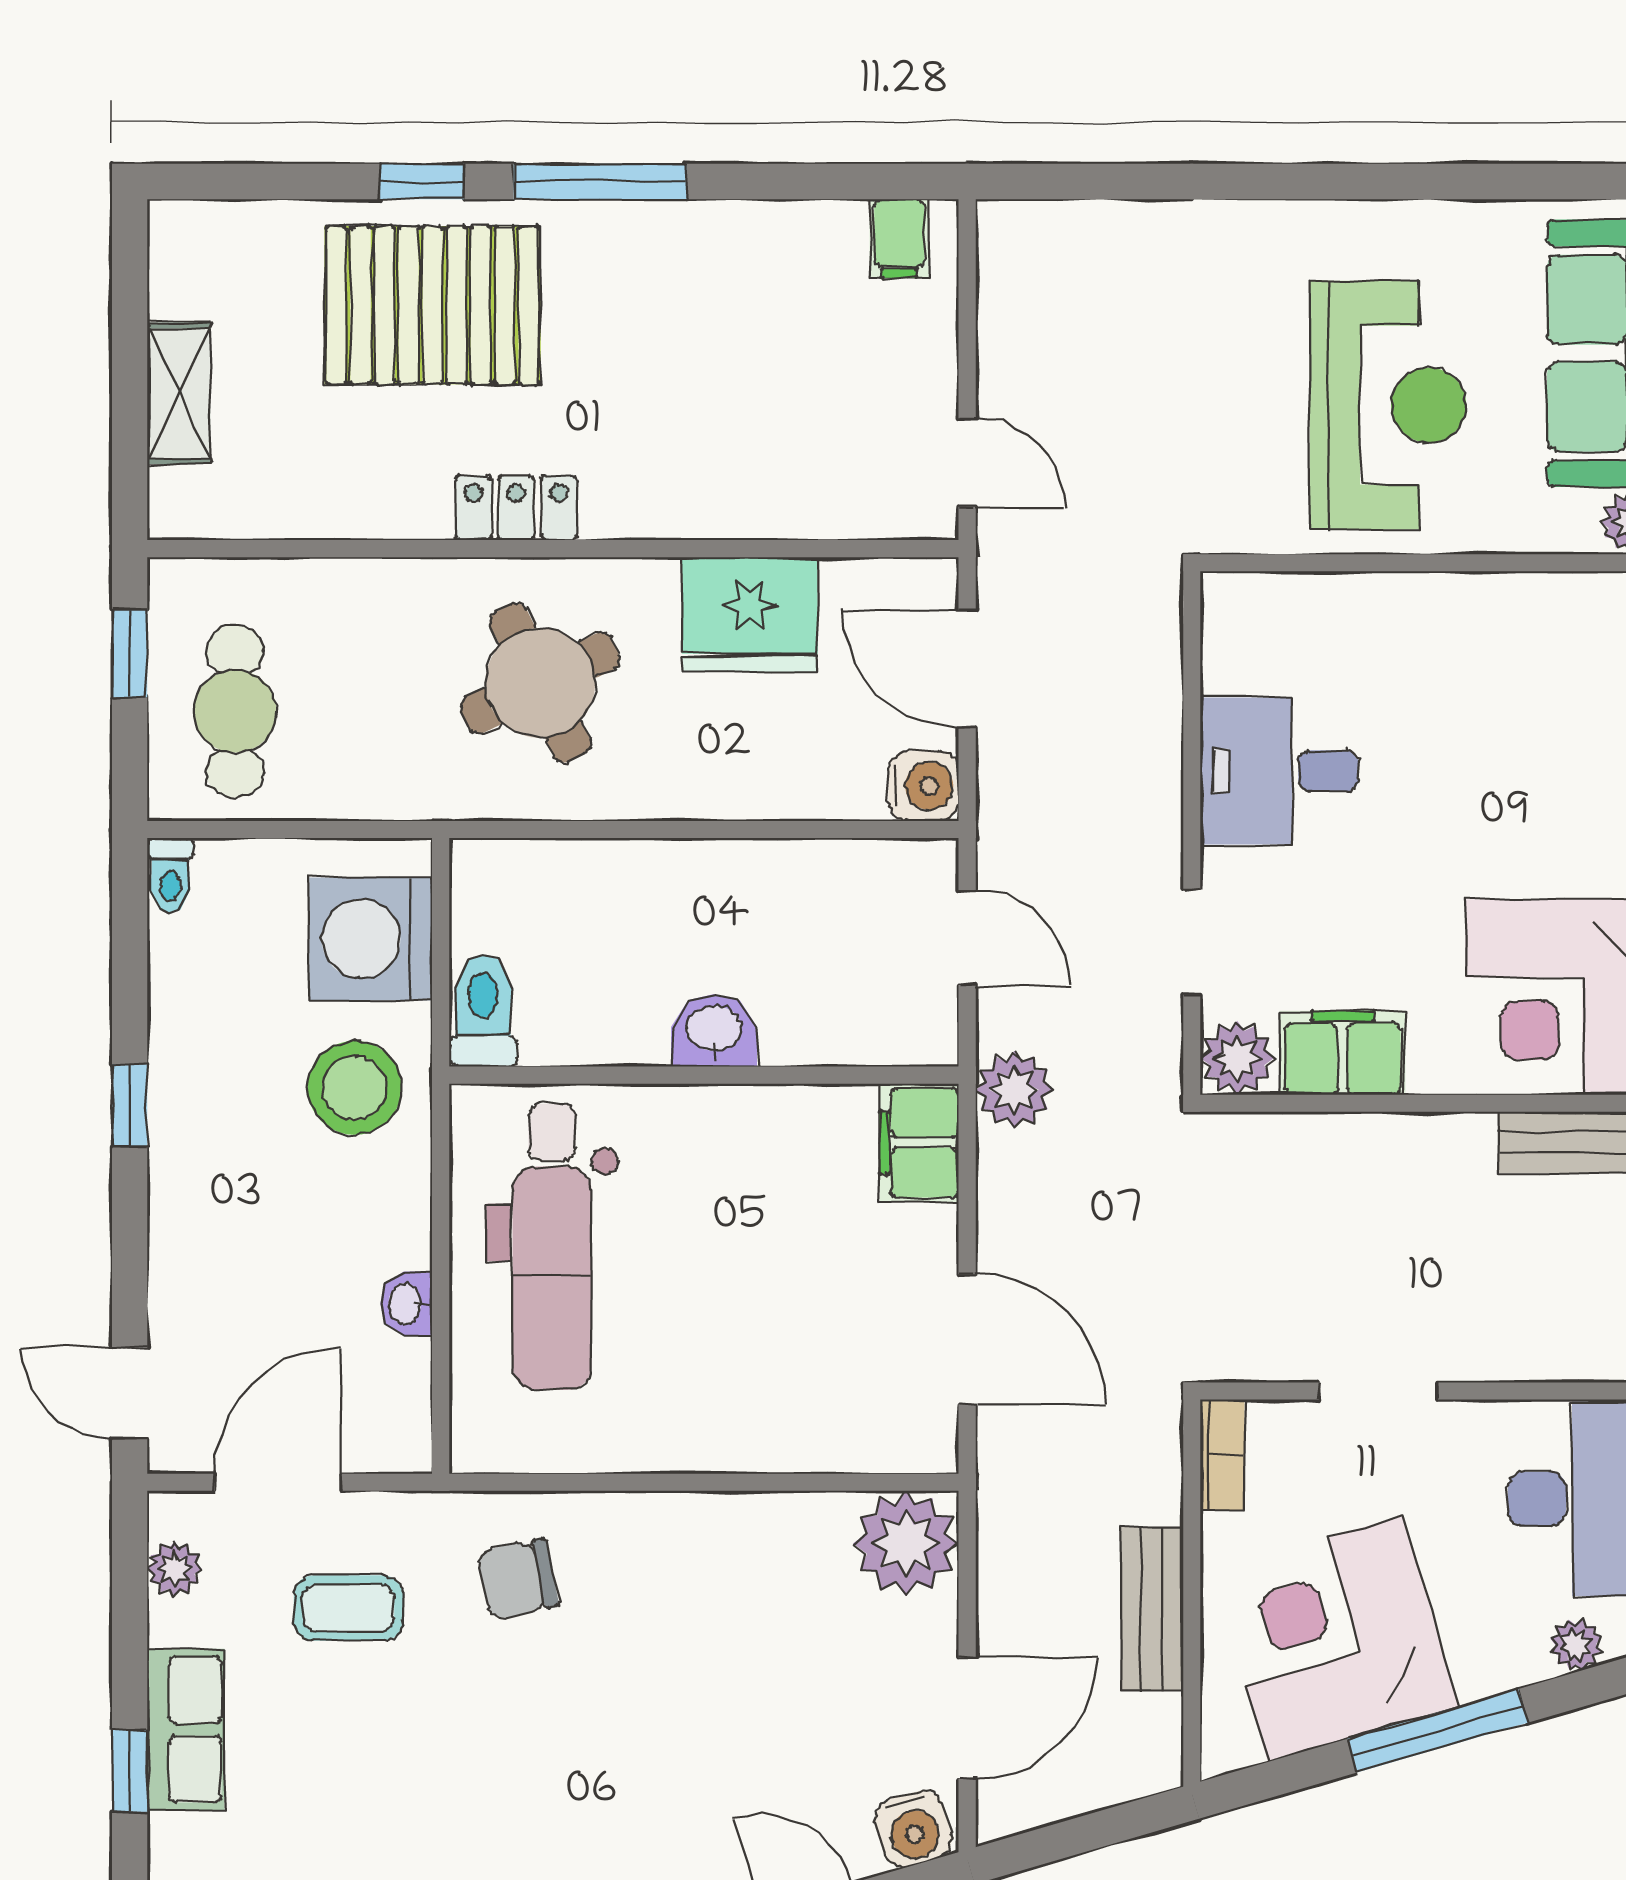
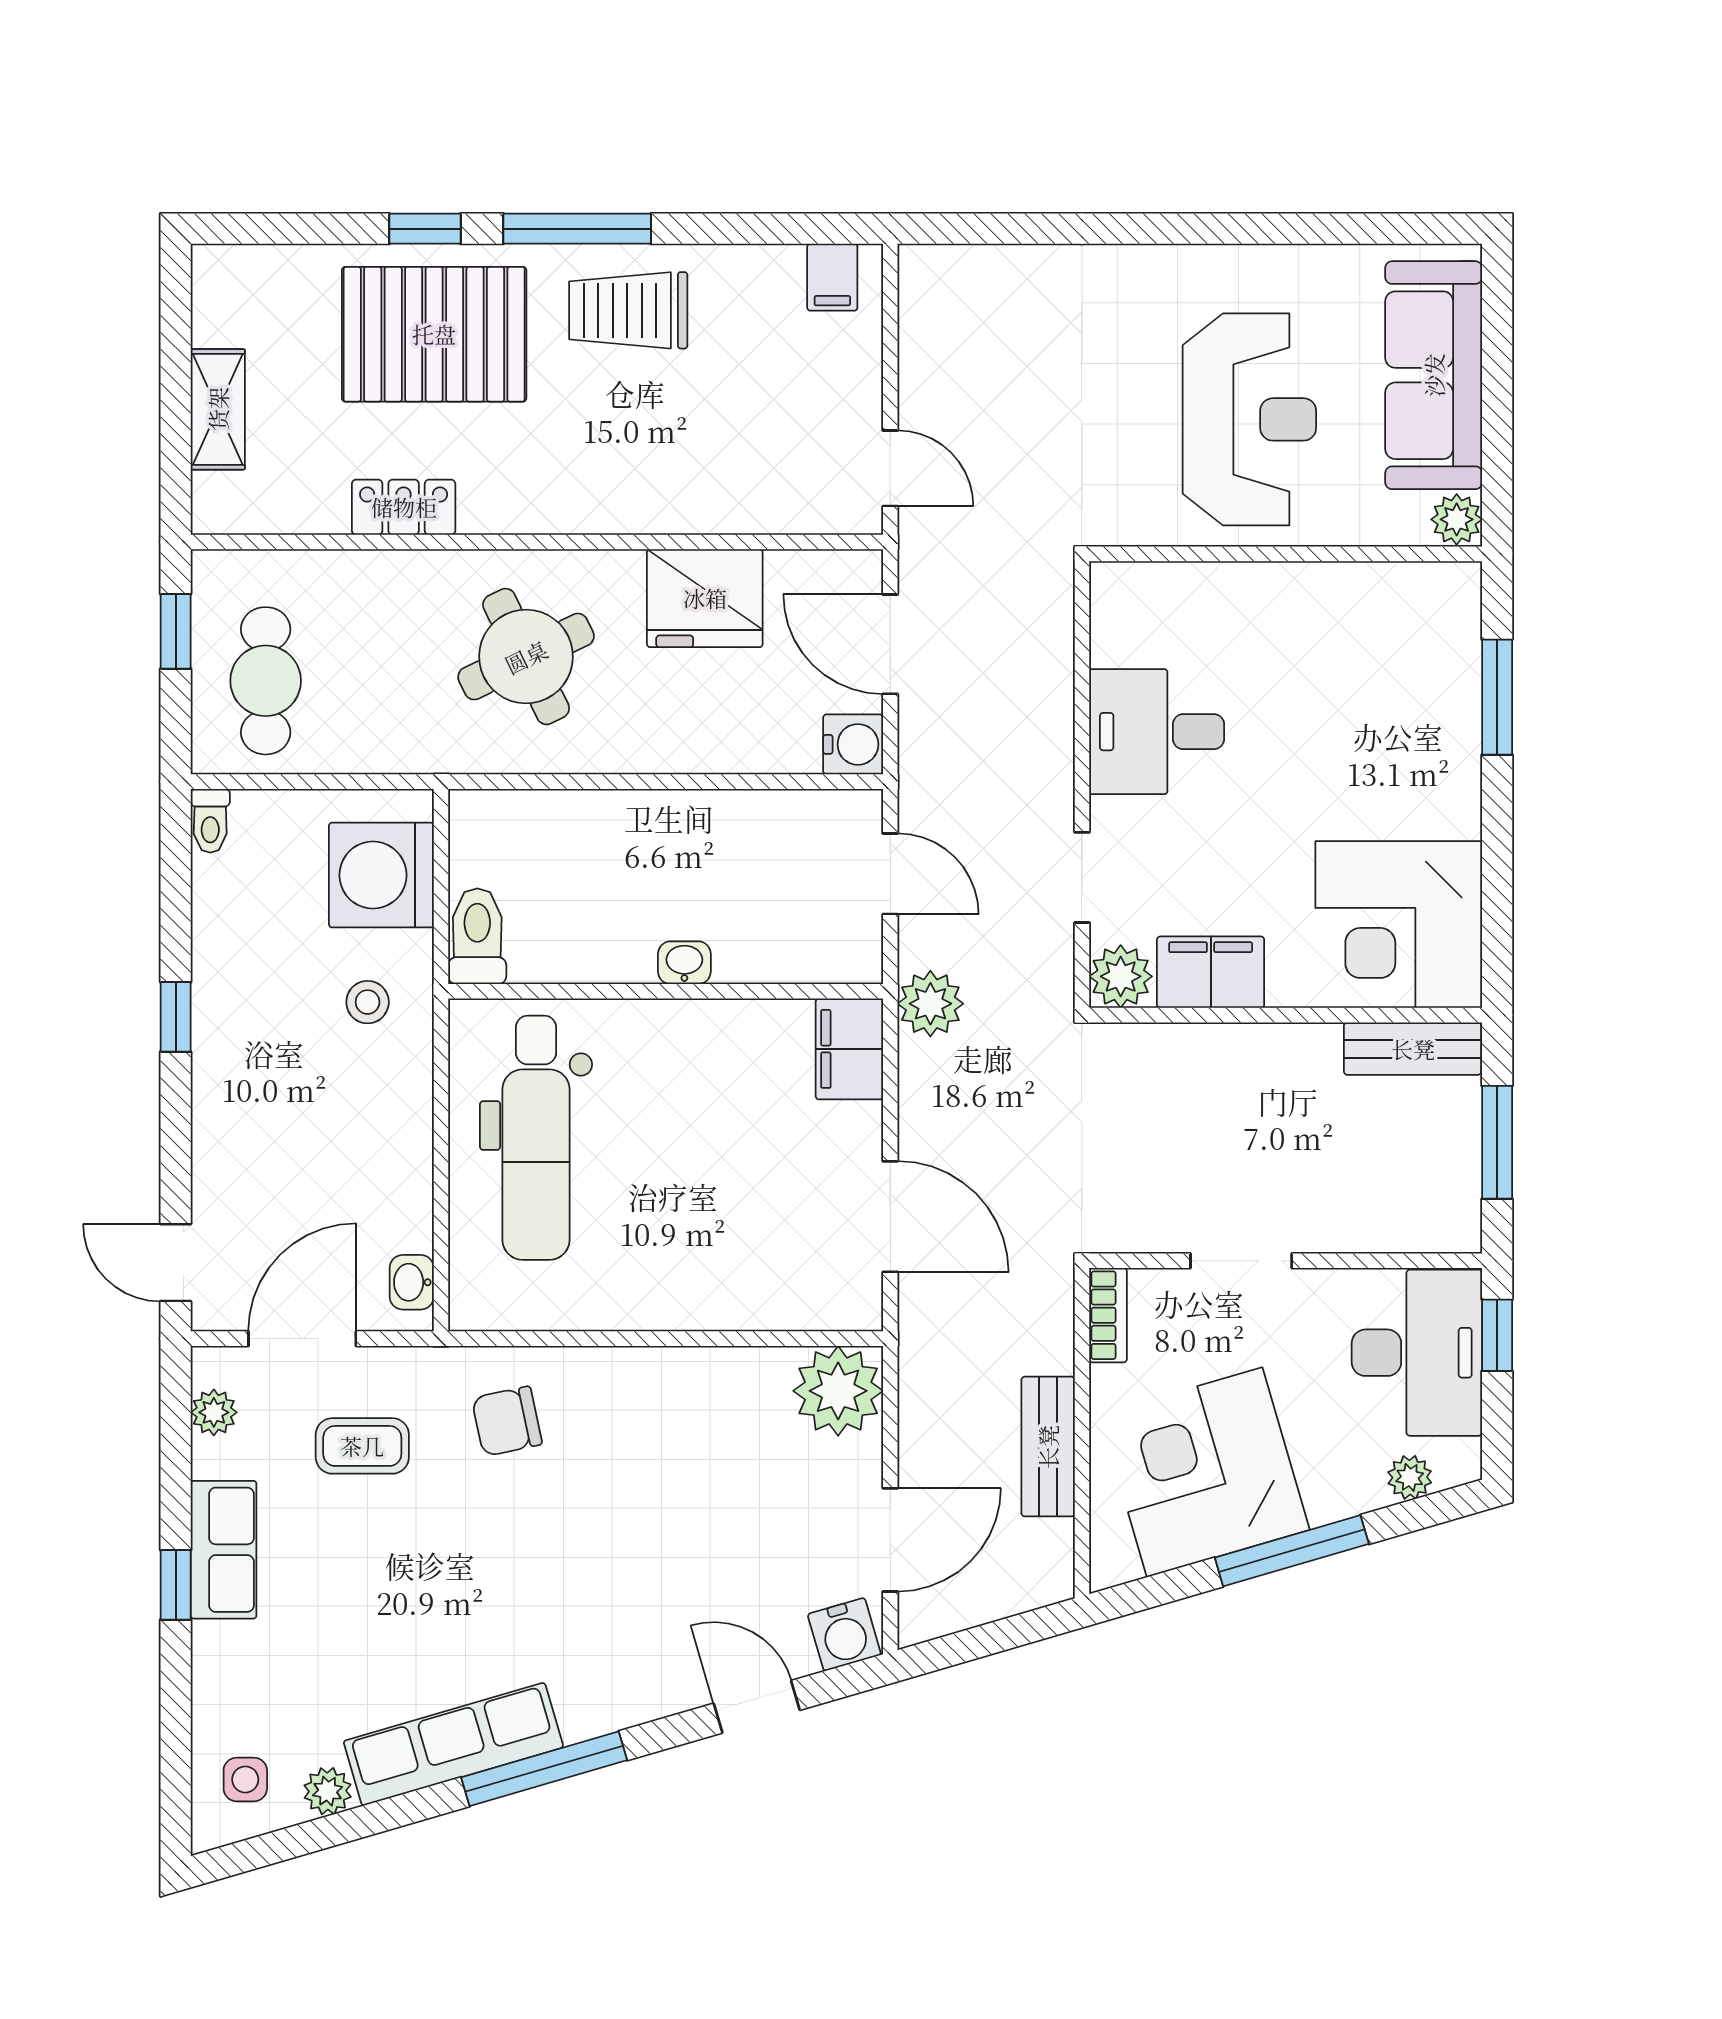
trolley: (660, 277) -> (628, 310), added
locker: (516, 508) -> (404, 507), moved
washbasin: (714, 1030) -> (684, 963), width x0.72, depth x0.69
stool: (355, 1088) -> (368, 1002), width x0.53, depth x0.53
washbasin: (406, 1304) -> (412, 1282), moved

